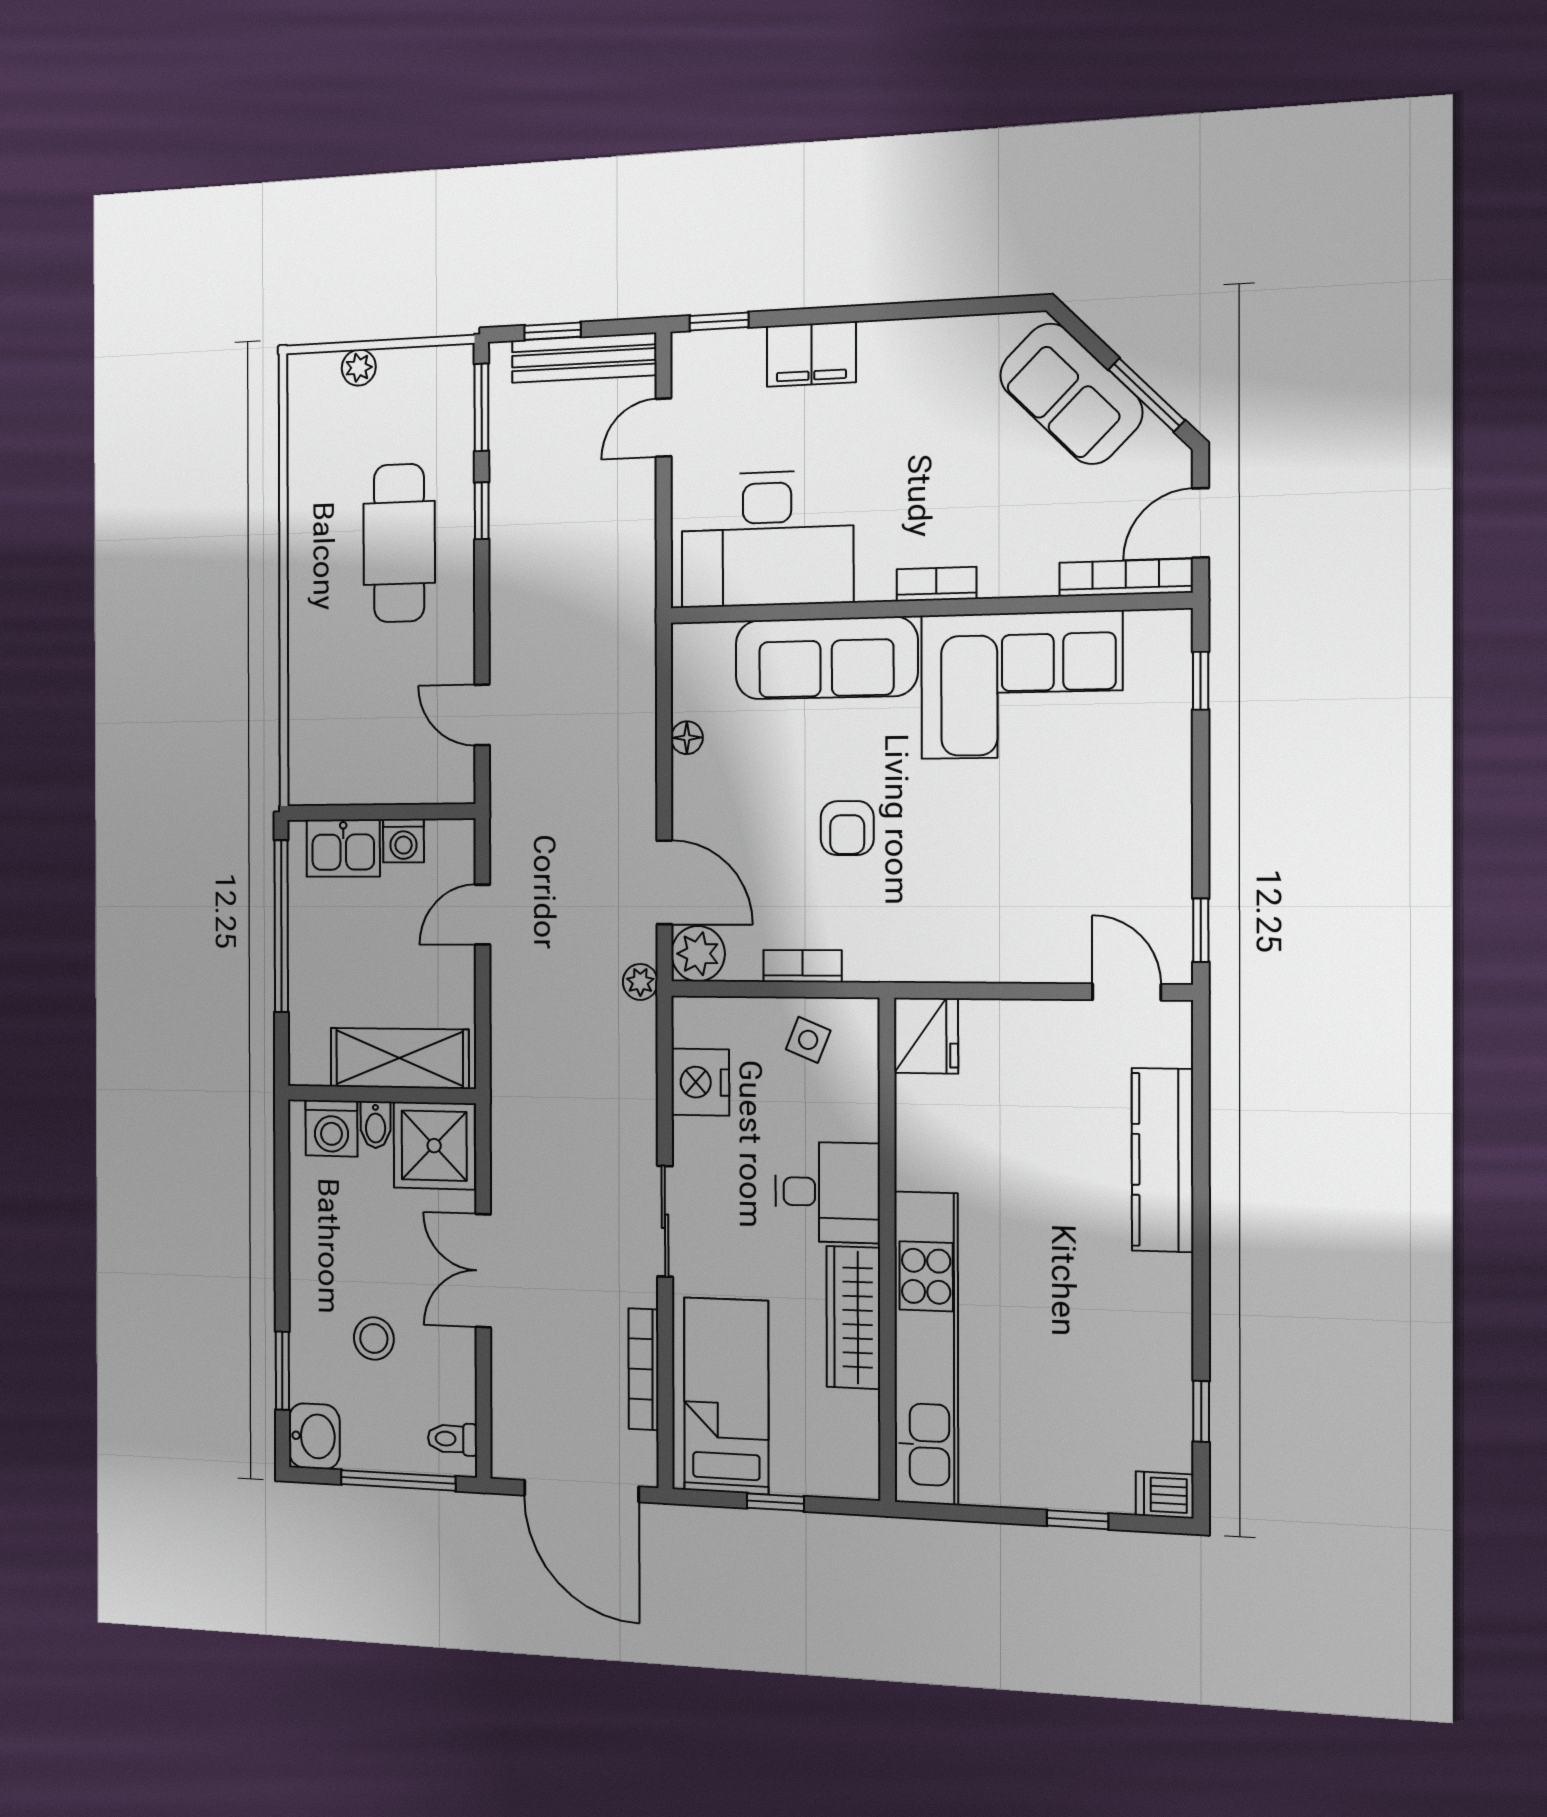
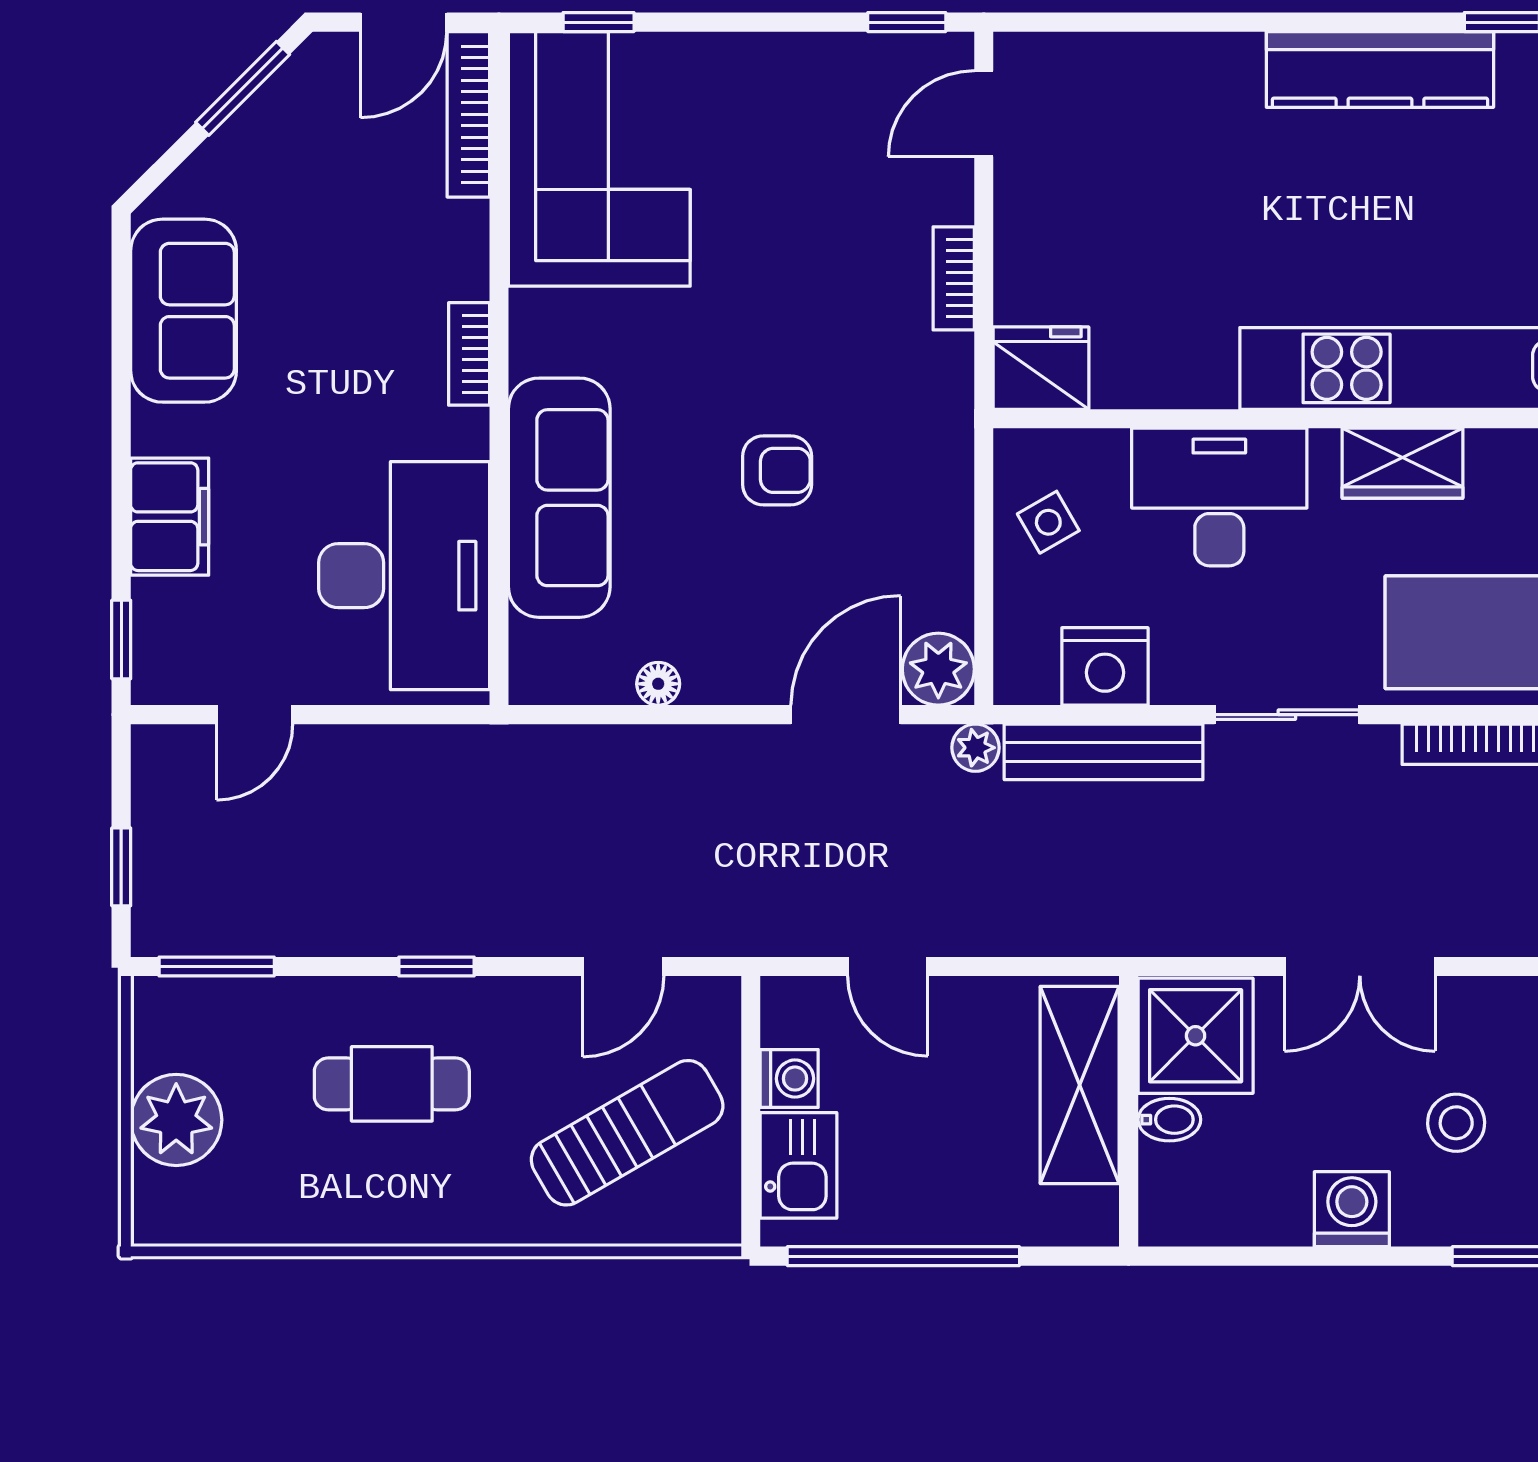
bench: (584, 358) -> (1104, 752), moved, turned 90
plant: (359, 368) -> (176, 1120), width x1.88, depth x1.88
sofa: (1071, 394) -> (184, 311), moved, turned -45
door: (664, 428) -> (255, 715), hinge flipped
window: (482, 511) -> (436, 966), moved
door: (1201, 523) -> (404, 22), hinge flipped
cafe table: (399, 543) -> (392, 1084), width x0.73, depth x0.74
corner sofa: (1021, 685) -> (599, 159), moved
sun lounger: (365, 720) -> (627, 1133), added
bookcase: (803, 966) -> (954, 278), moved
side table: (808, 1040) -> (1048, 522), turned 38
washing machine: (331, 1128) -> (1352, 1209), moved, turned -90
kitchen counter: (1163, 1160) -> (1380, 69), moved
desk: (827, 1192) -> (1219, 497), width x1.37
wardrobe: (853, 1317) -> (1402, 463), width x0.67

